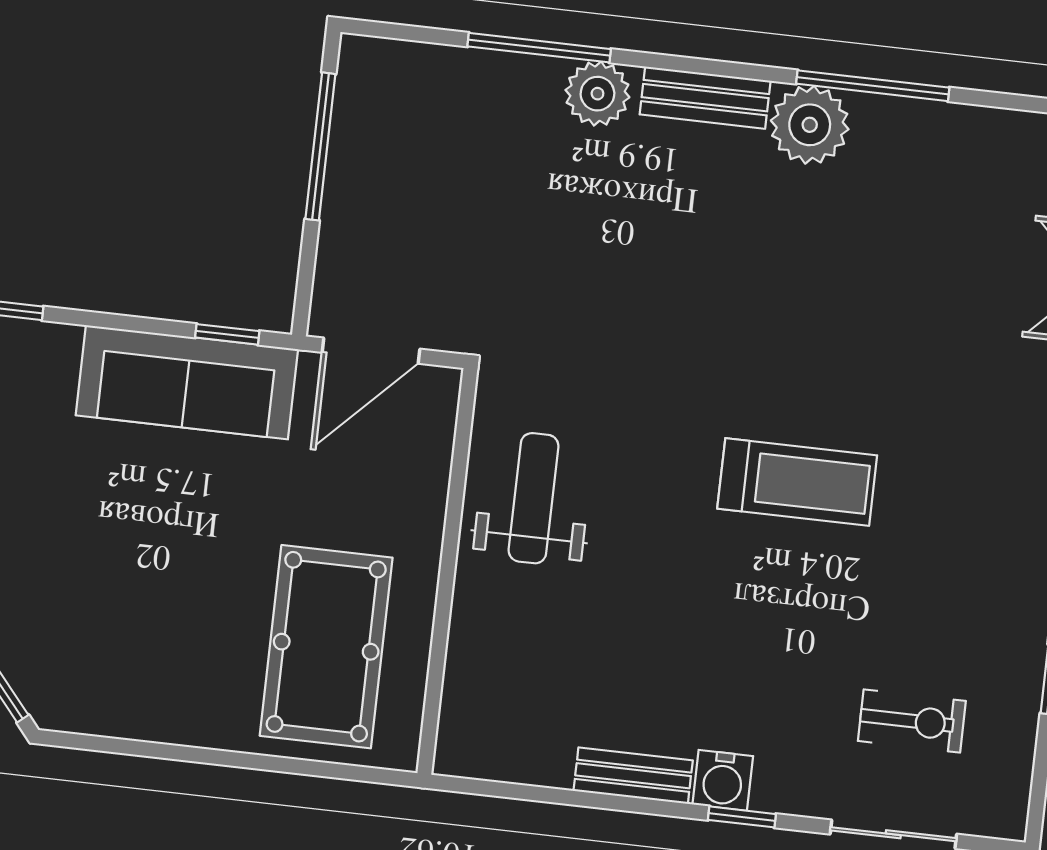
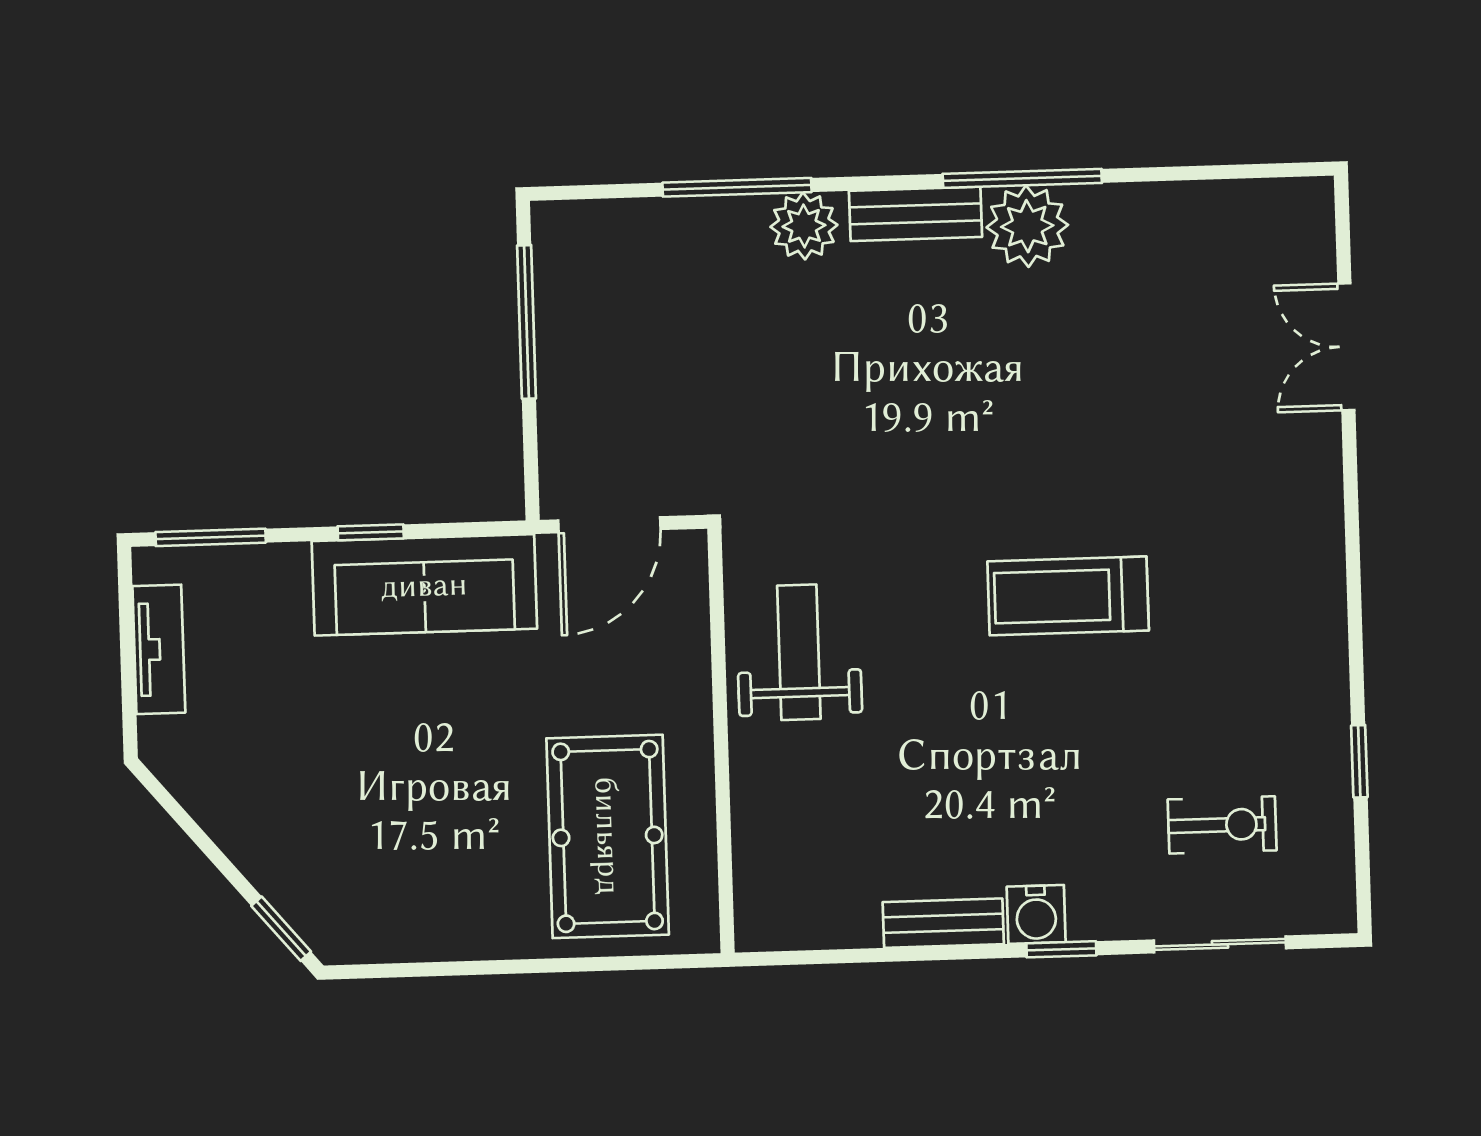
window: (873, 86) -> (1022, 178), moved
window: (227, 334) -> (371, 532), moved
treadmill: (797, 482) -> (1068, 596), turned 180

